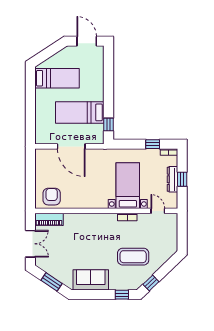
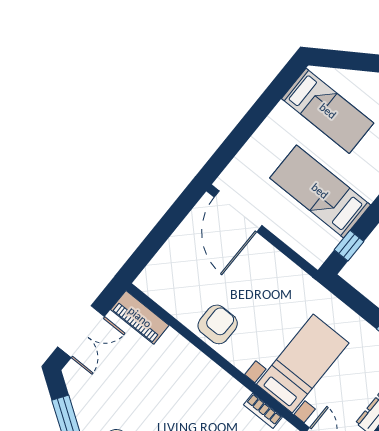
door: (71, 146) -> (238, 211), moved
armchair: (52, 197) -> (218, 324), moved

